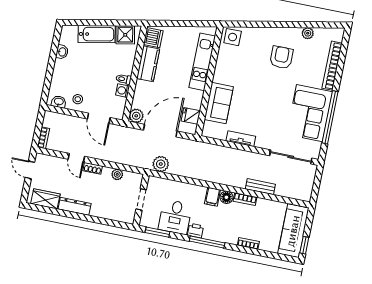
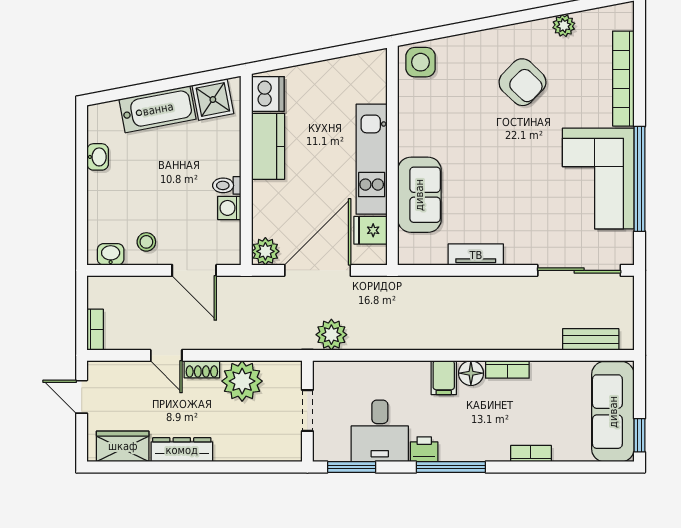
armchair: (281, 57) -> (522, 82), turned 134
kitchen unit: (202, 62) -> (372, 159), moved
plant: (117, 174) -> (242, 381), width x1.87, depth x1.87
bench: (260, 187) -> (591, 339), moved

